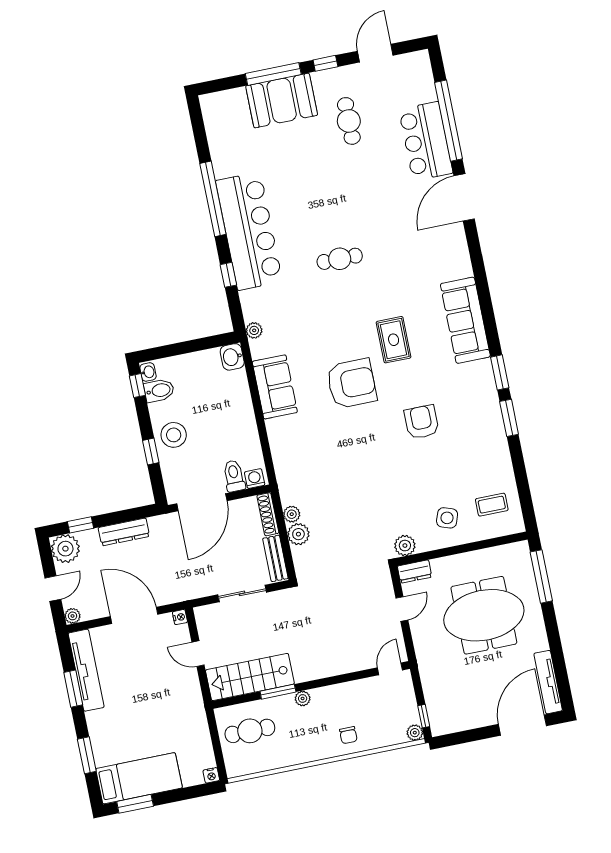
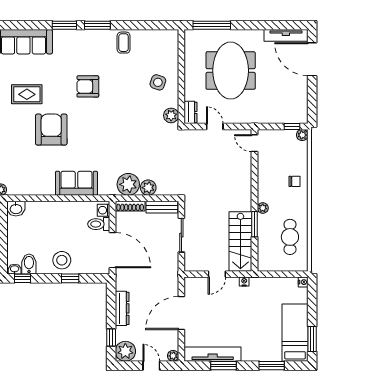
sofa: (275, 387) -> (76, 183), moved
coffee table: (492, 505) -> (124, 43), moved
plant: (292, 514) -> (128, 184), width x1.88, depth x1.88
nightstand: (180, 617) -> (244, 282), moved
cafe table: (250, 731) -> (290, 237), moved

